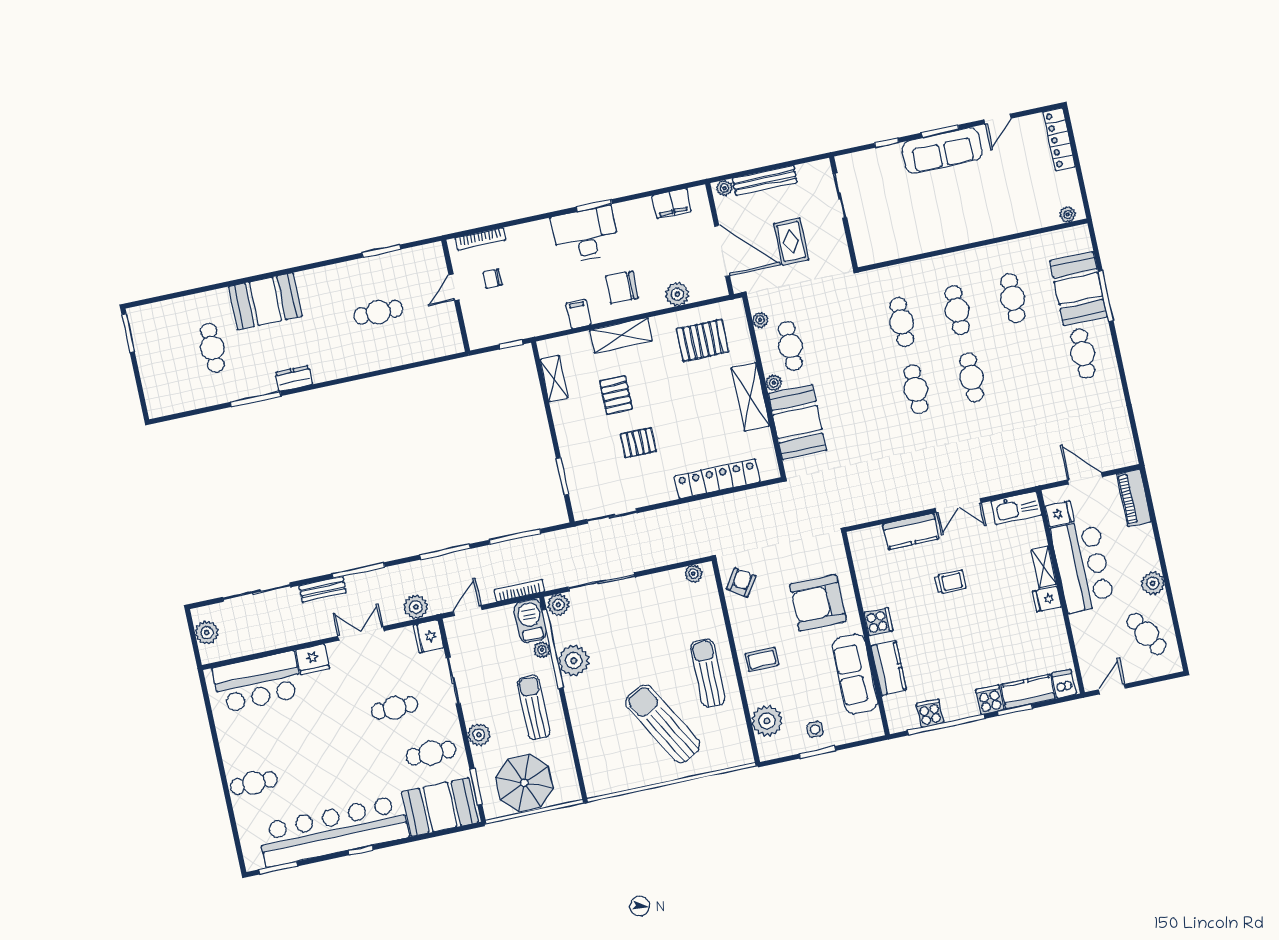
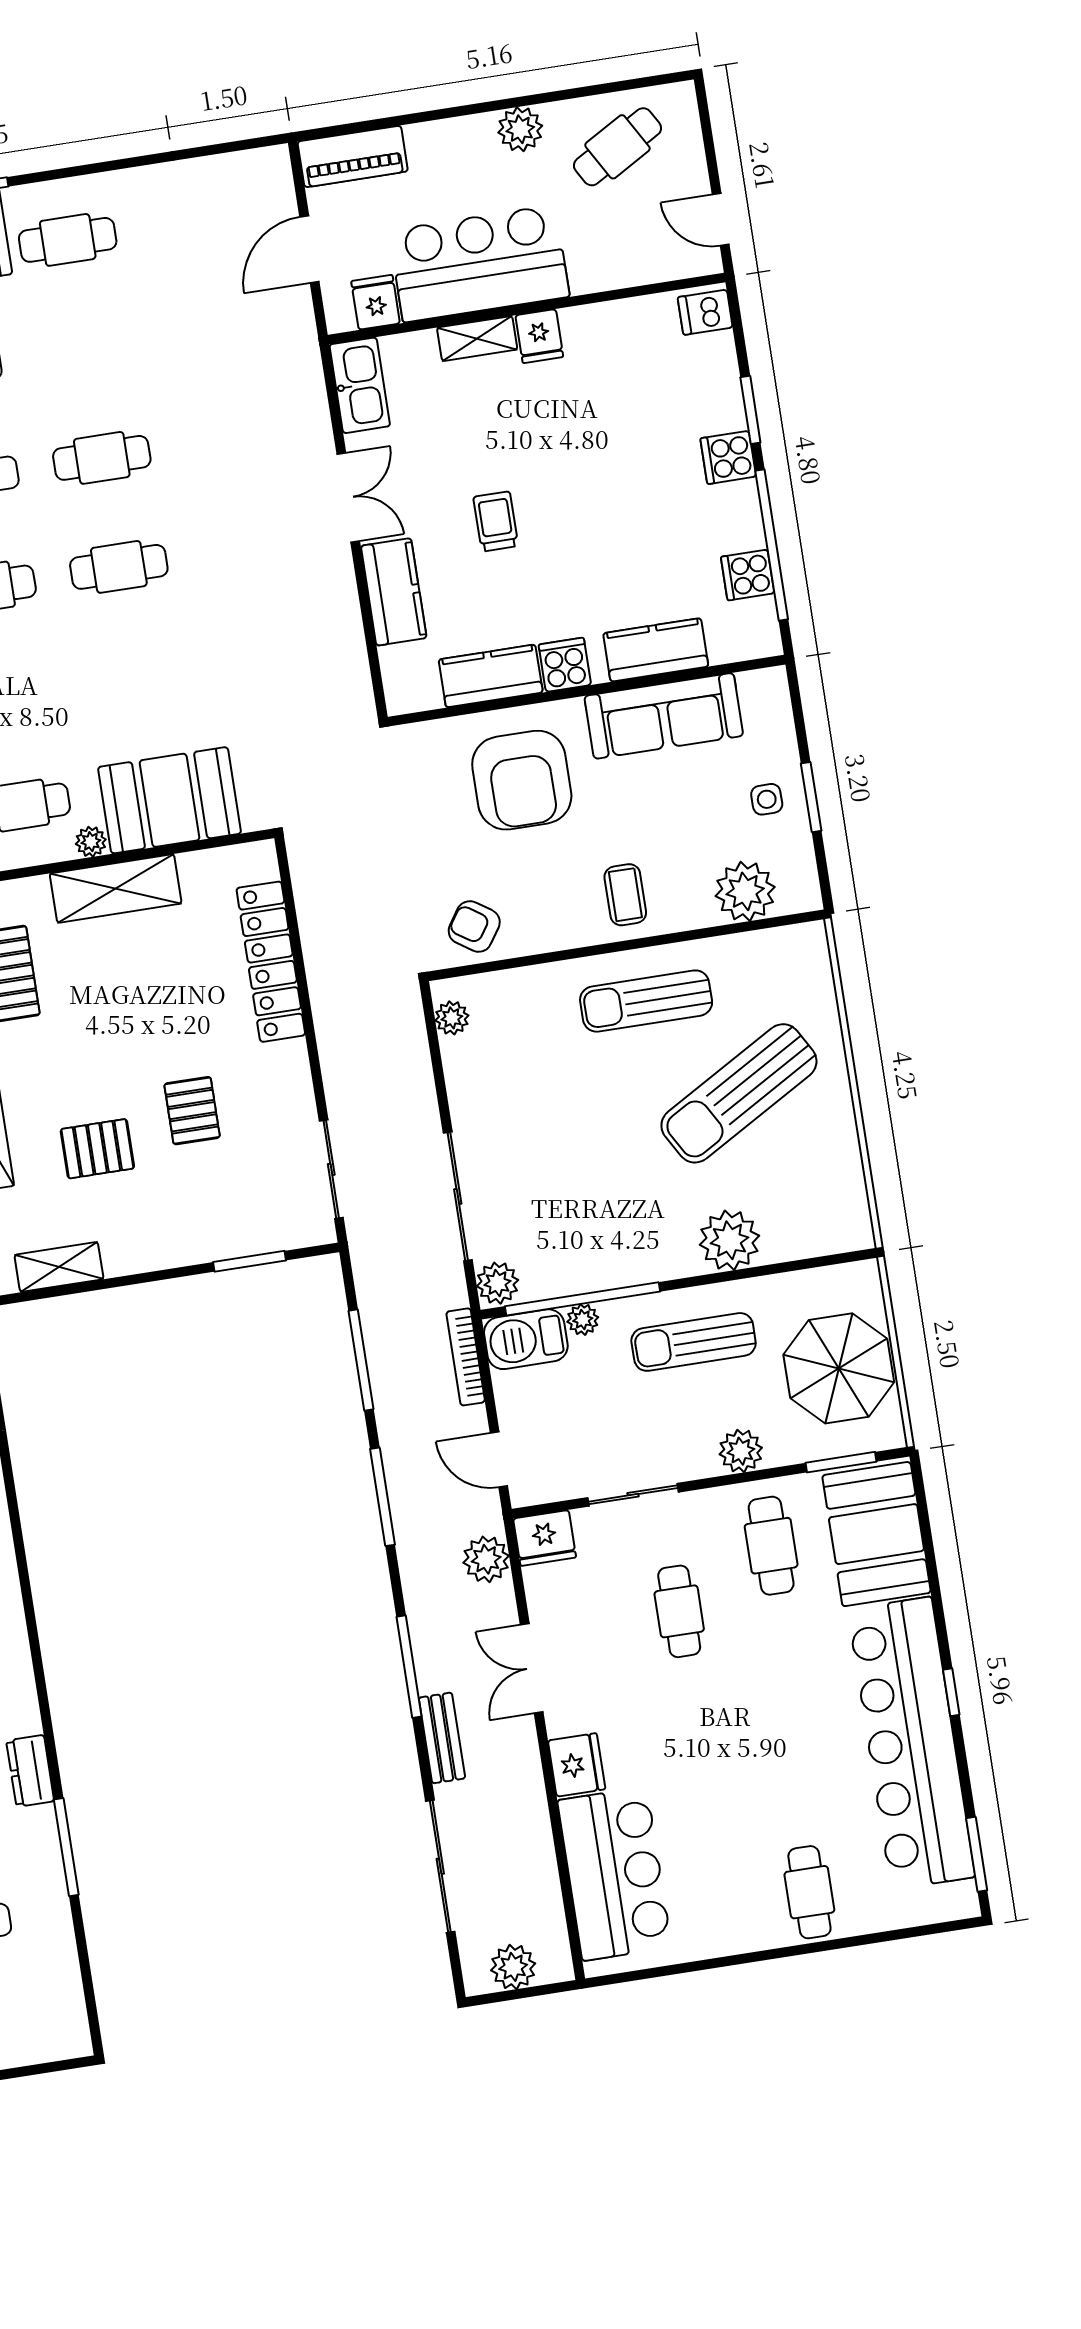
plant: (574, 661) -> (729, 1240), moved
kitchen counter: (1028, 692) -> (491, 676), moved, turned 90

